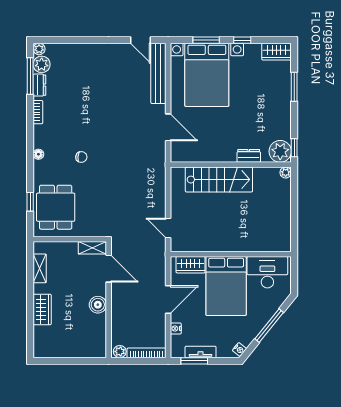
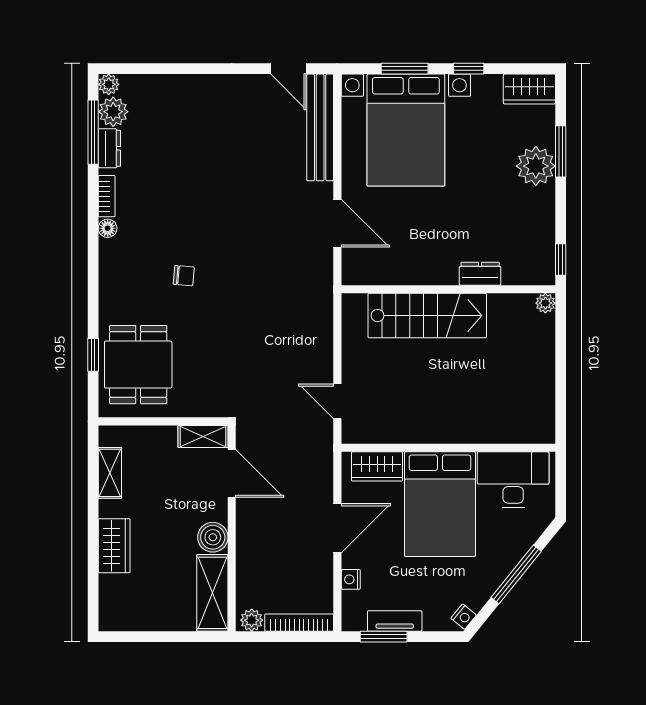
plant: (280, 151) -> (536, 166), moved
floor lamp: (38, 154) -> (108, 228), moved
shelving: (98, 336) -> (212, 593), added

